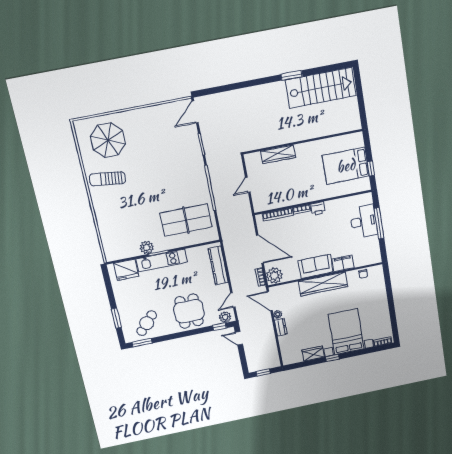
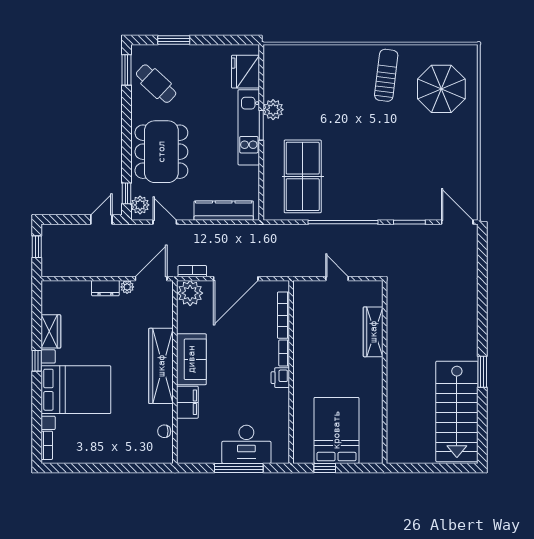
dining table: (189, 311) -> (161, 152), width x1.38

